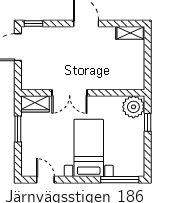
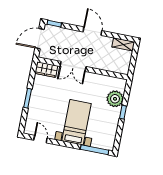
double door: (70, 93) -> (73, 66), moved
wall: (83, 93) -> (83, 68), moved
wardrobe: (35, 104) -> (46, 70), moved

